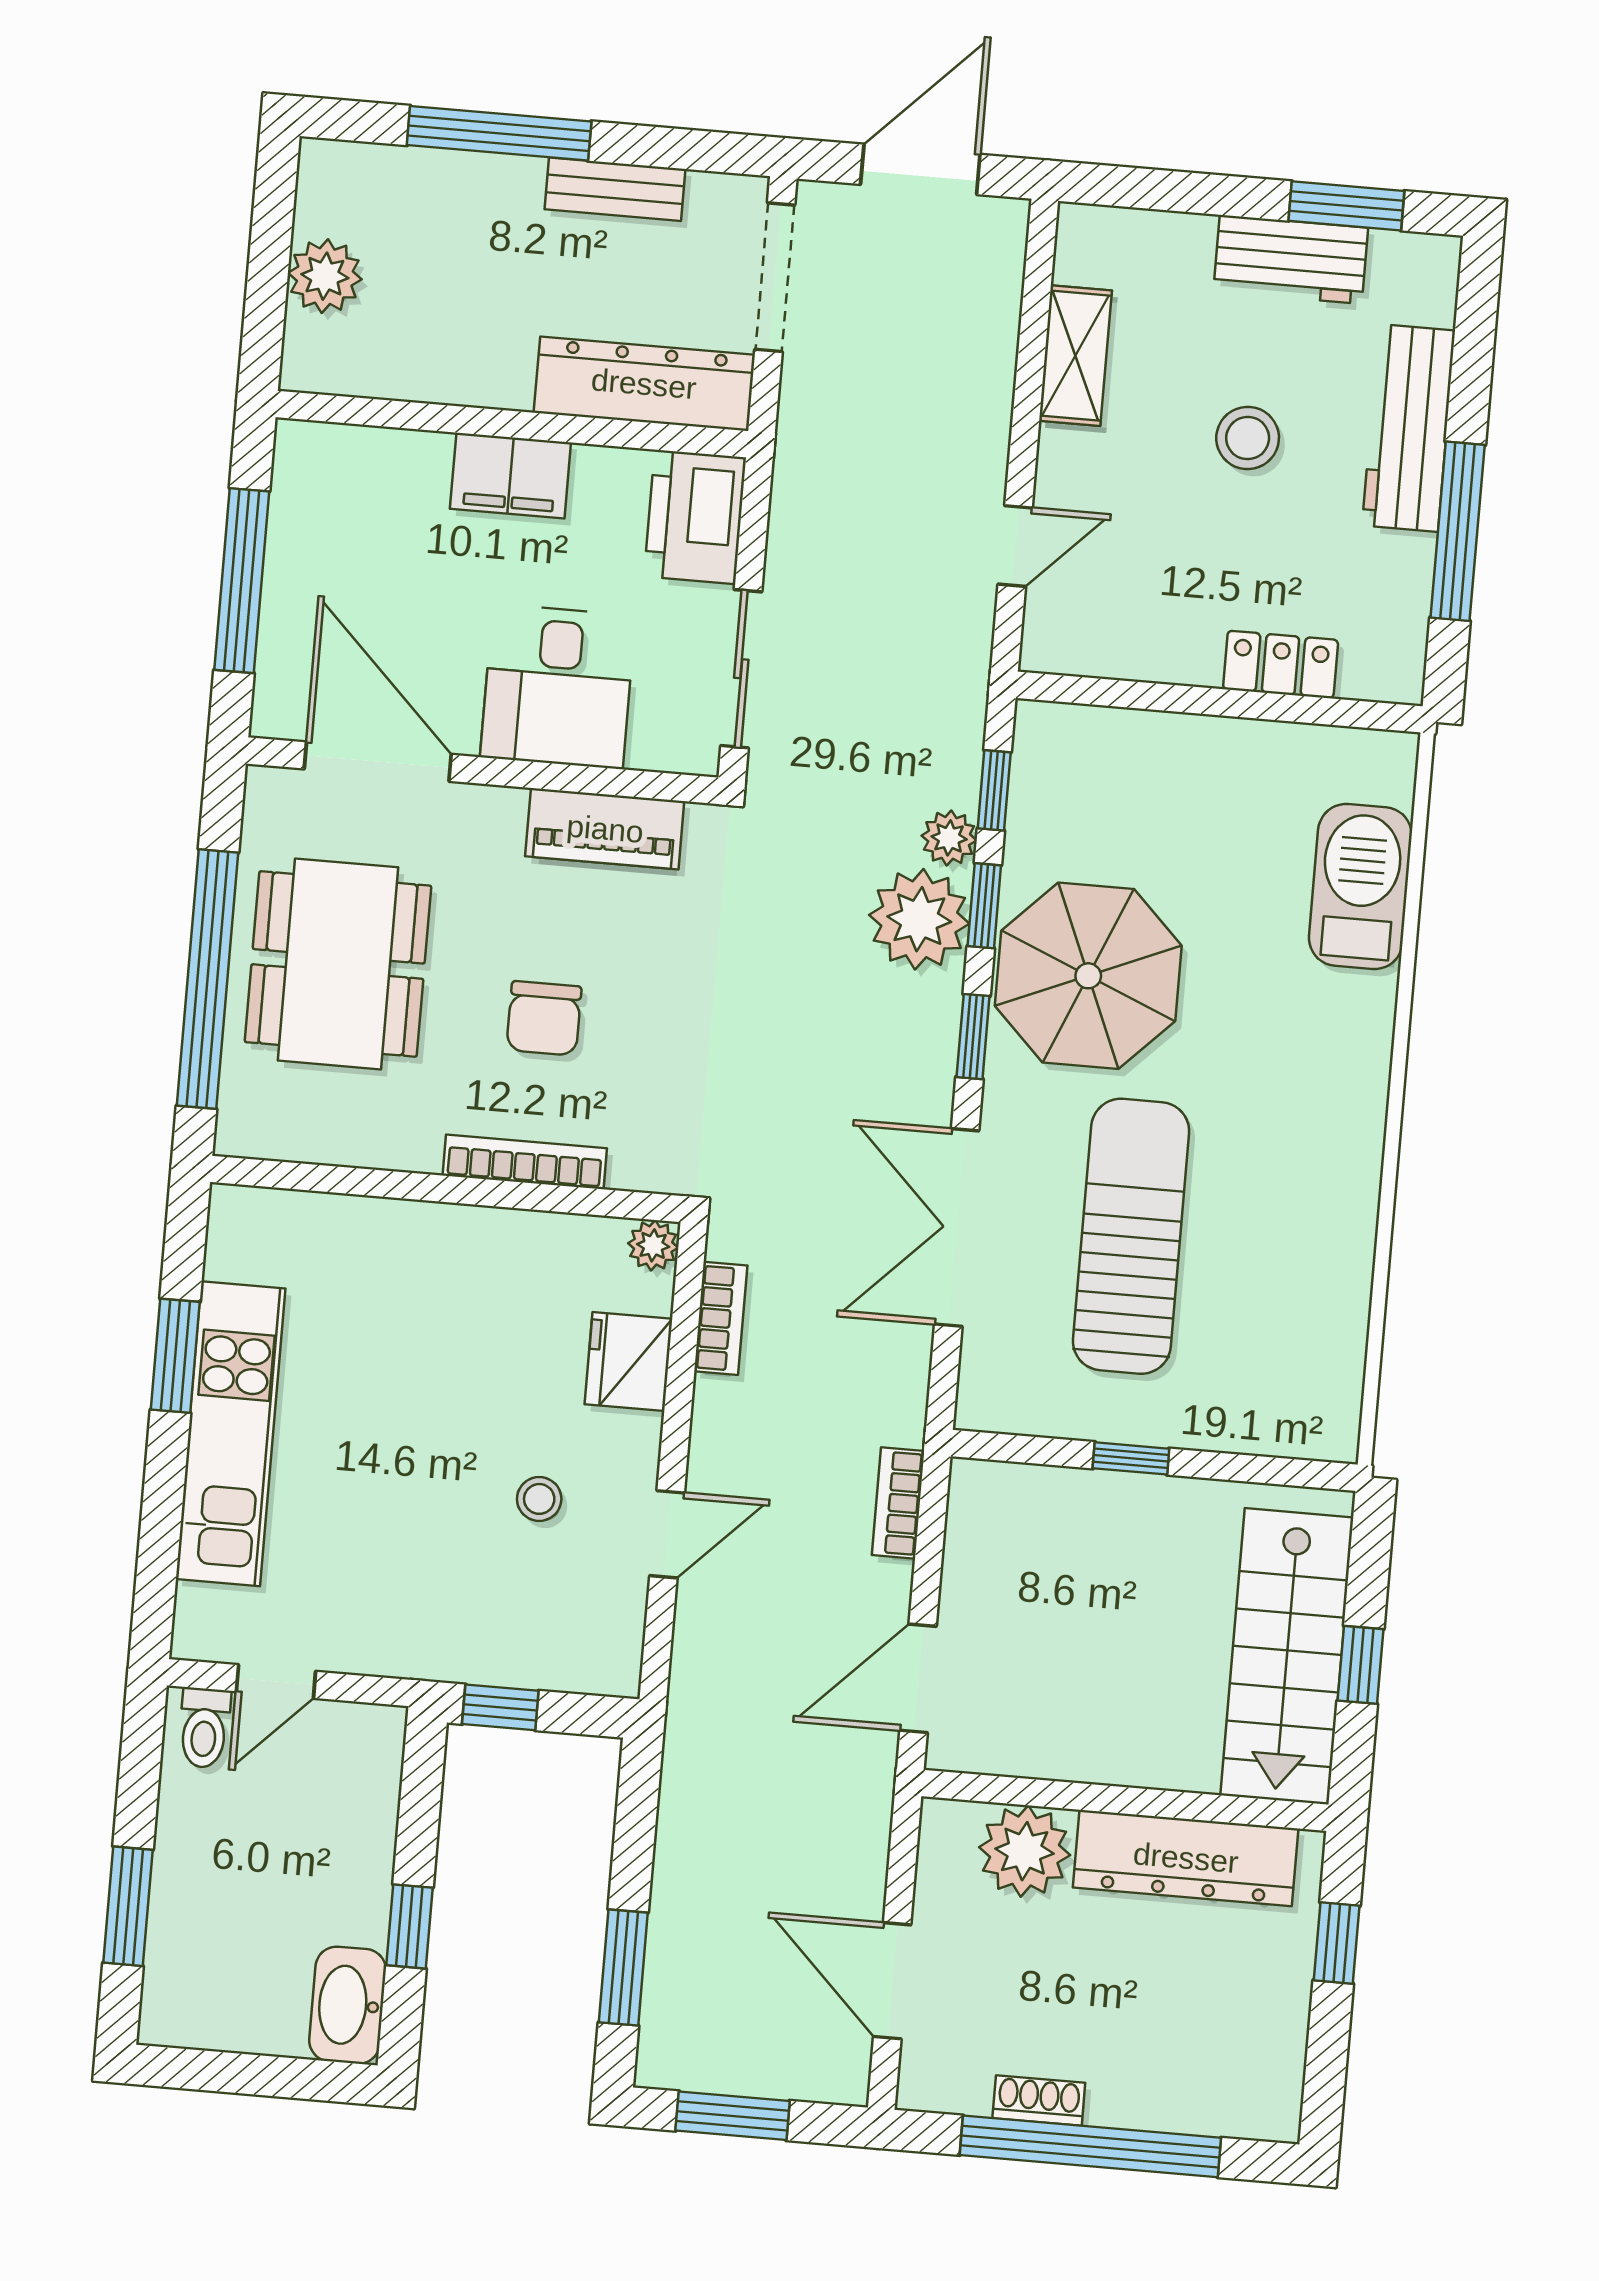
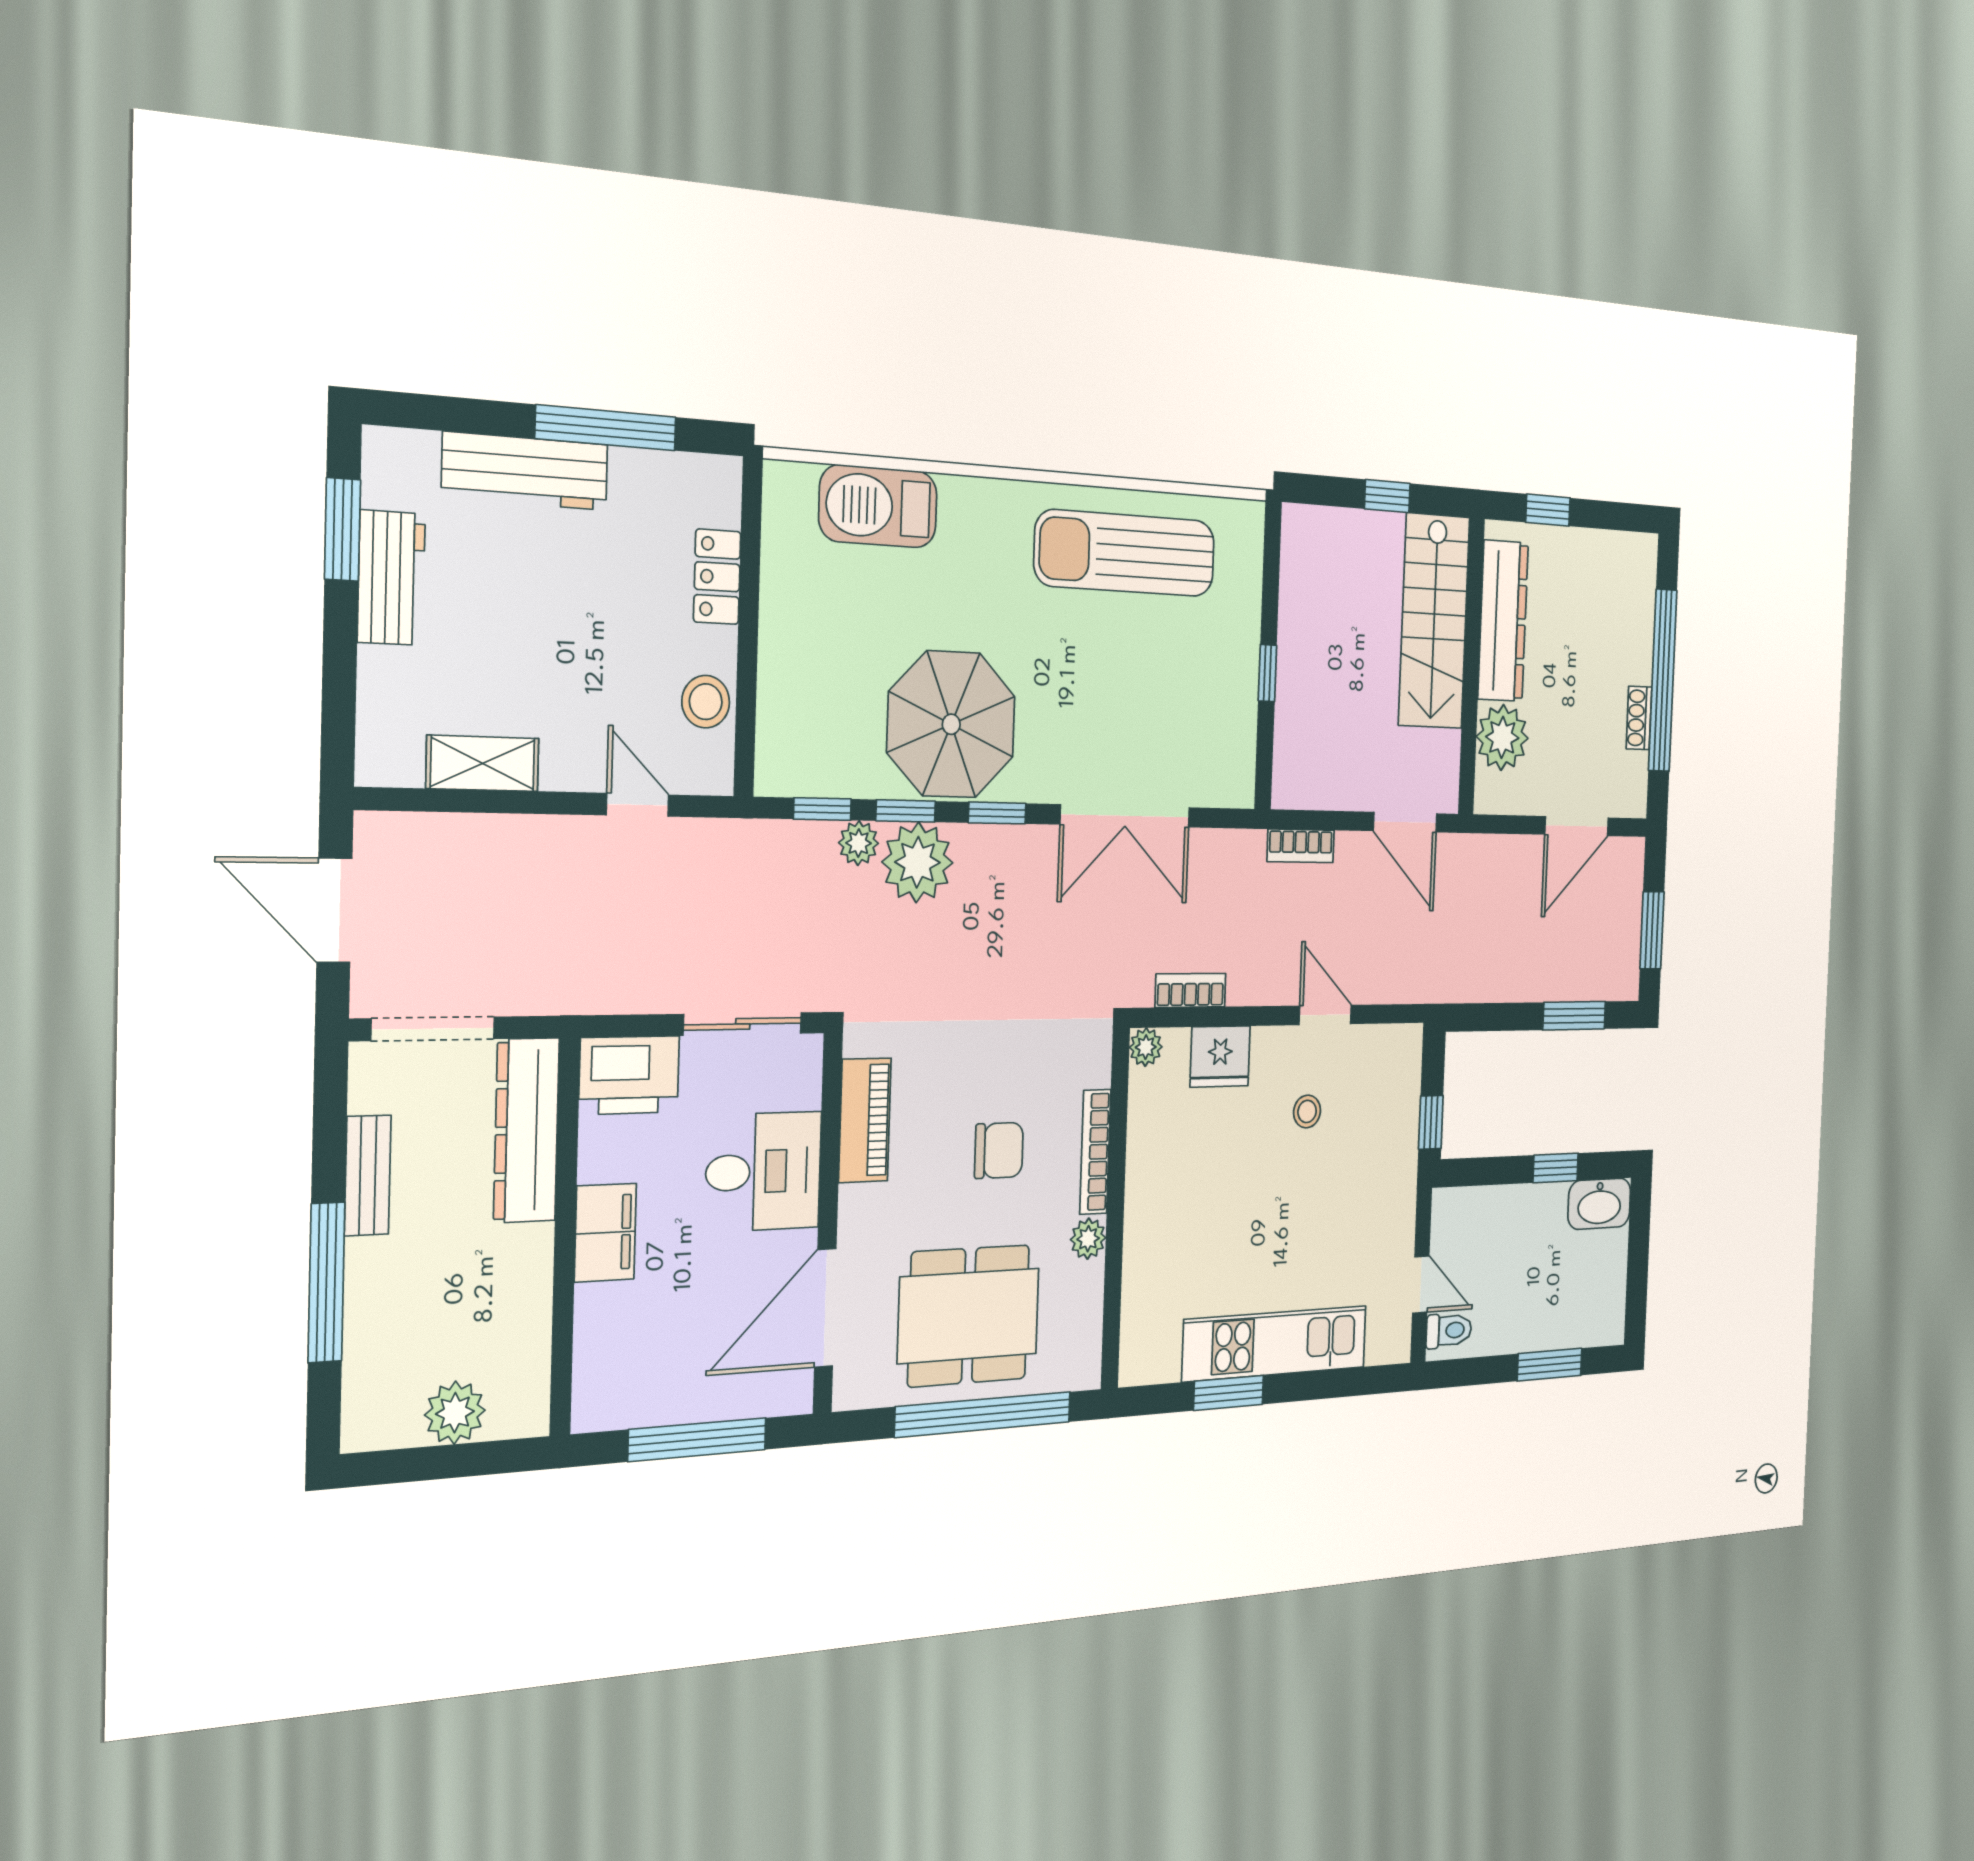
stool: (1248, 438) -> (706, 702), moved
plant: (413, 1146) -> (1088, 1239), added
sun lounger: (1131, 1236) -> (1125, 553), moved
stairs: (1287, 1656) -> (1434, 621), moved, turned 90

